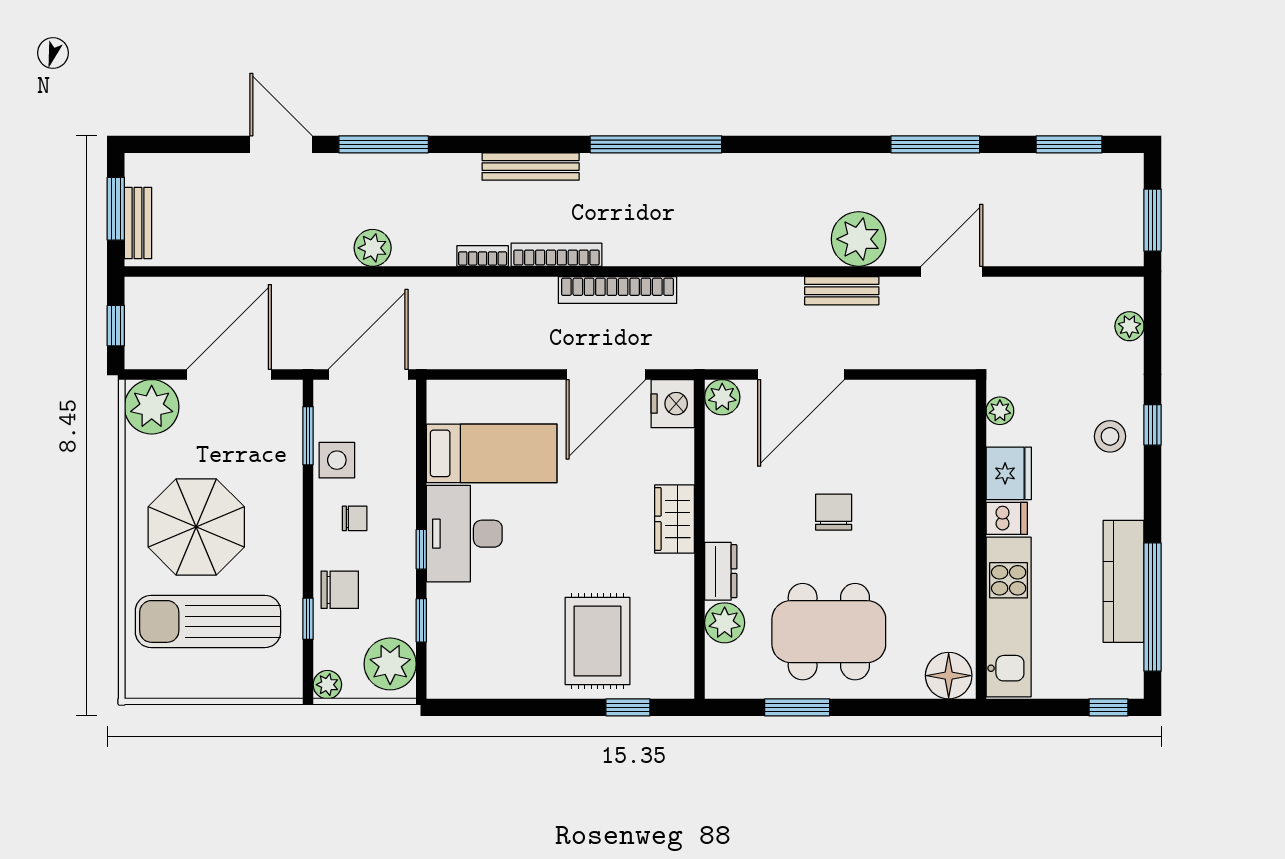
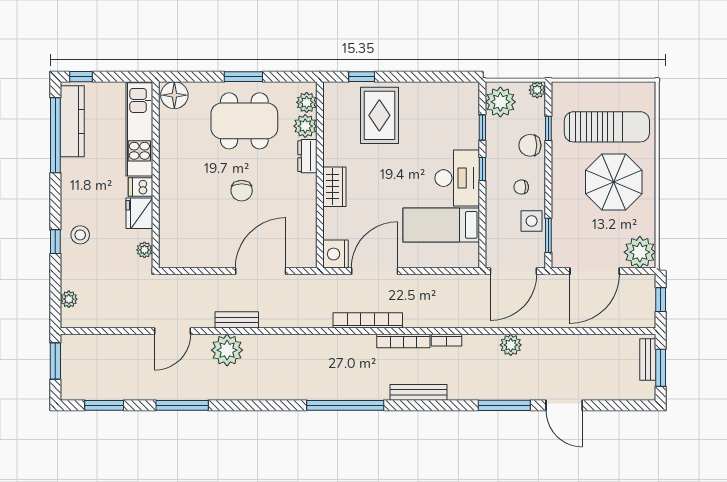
plant: (722, 397) -> (307, 102), moved
kitchen counter: (1124, 581) -> (72, 121), moved
window: (797, 707) -> (243, 77), moved

